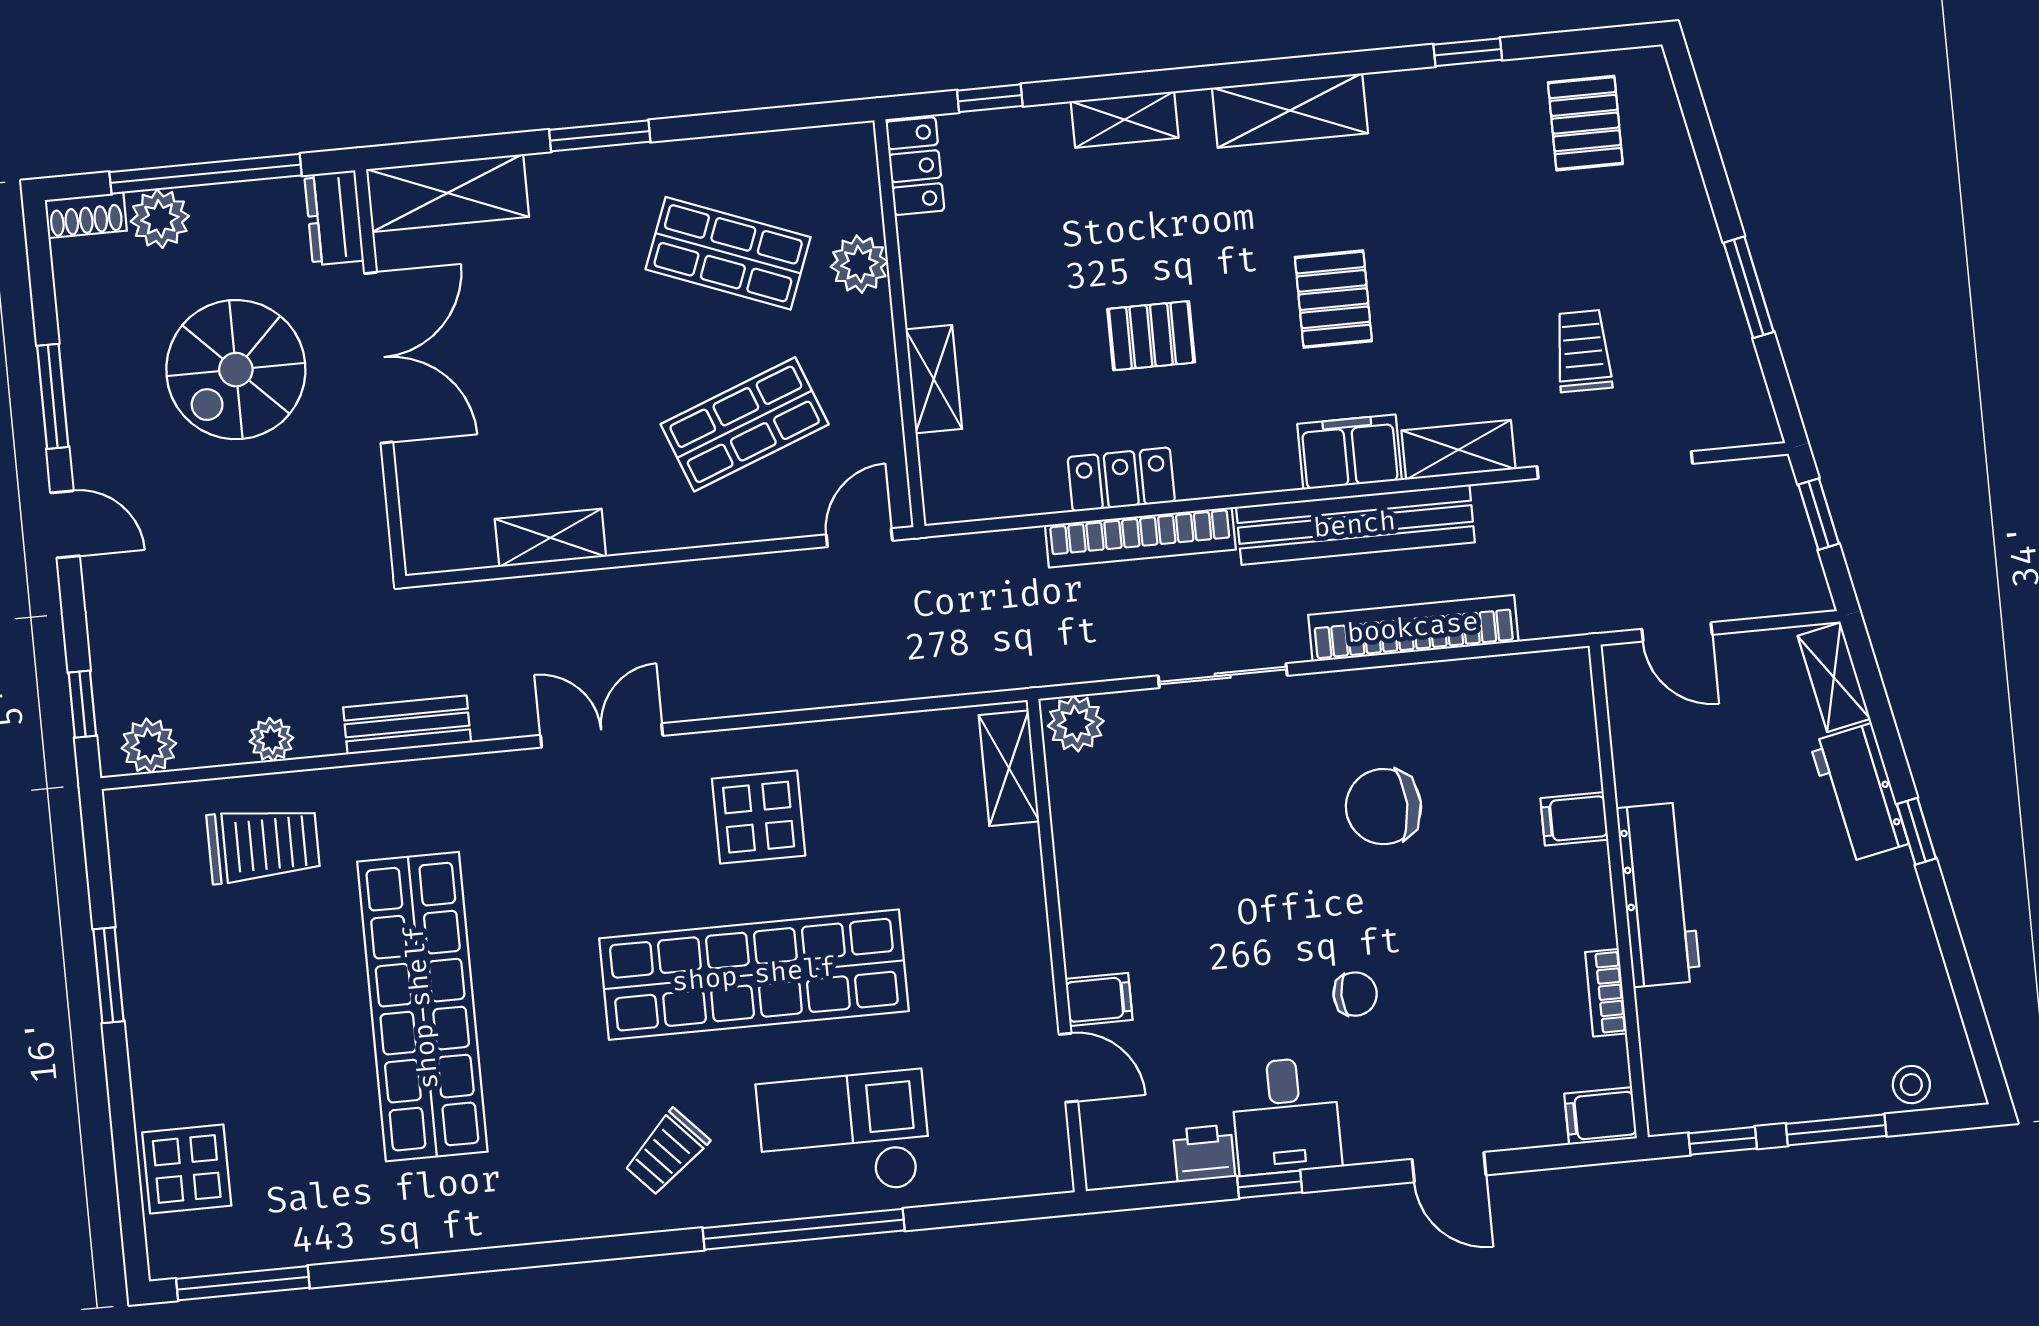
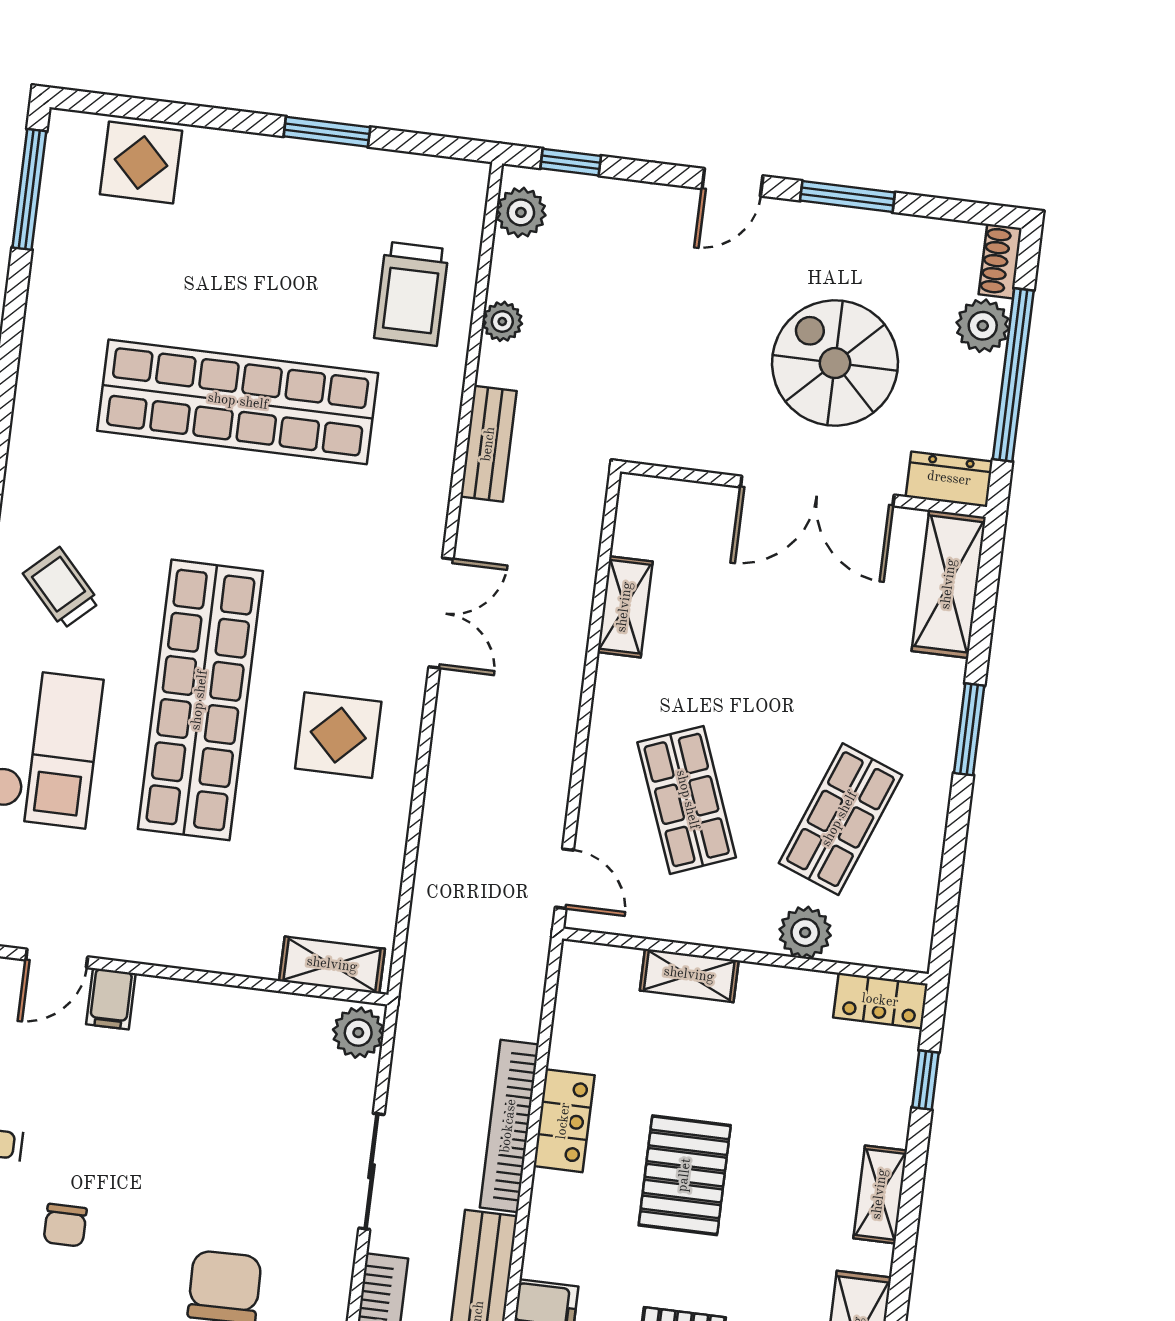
pallet: (1151, 336) -> (685, 1175), width x1.50, depth x1.42

